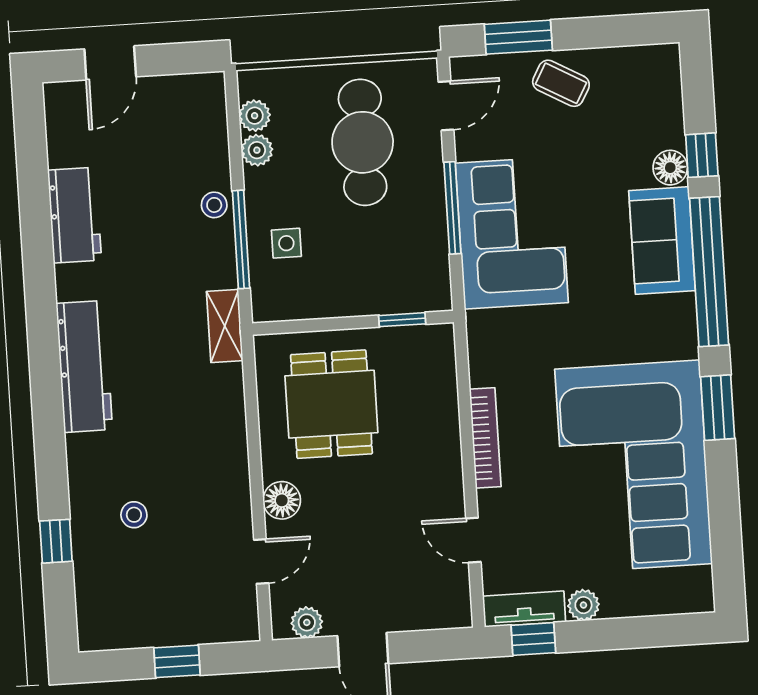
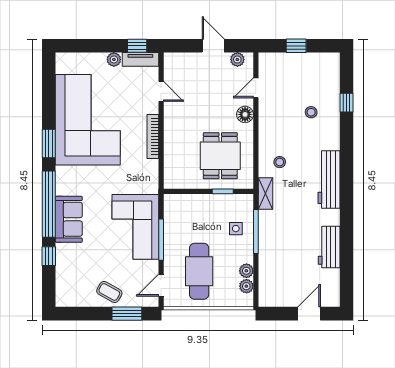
floor lamp: (670, 168) -> (63, 251), removed
stool: (214, 205) -> (280, 162), moved
window: (402, 320) -> (223, 191), moved

